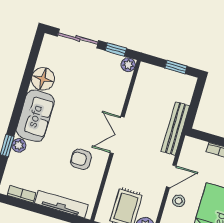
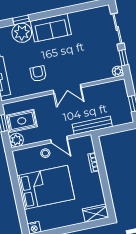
floor lamp: (43, 79) -> (78, 20), removed
double door: (117, 135) -> (67, 89), swing flipped
plant: (19, 145) -> (22, 33), width x1.88, depth x1.88

